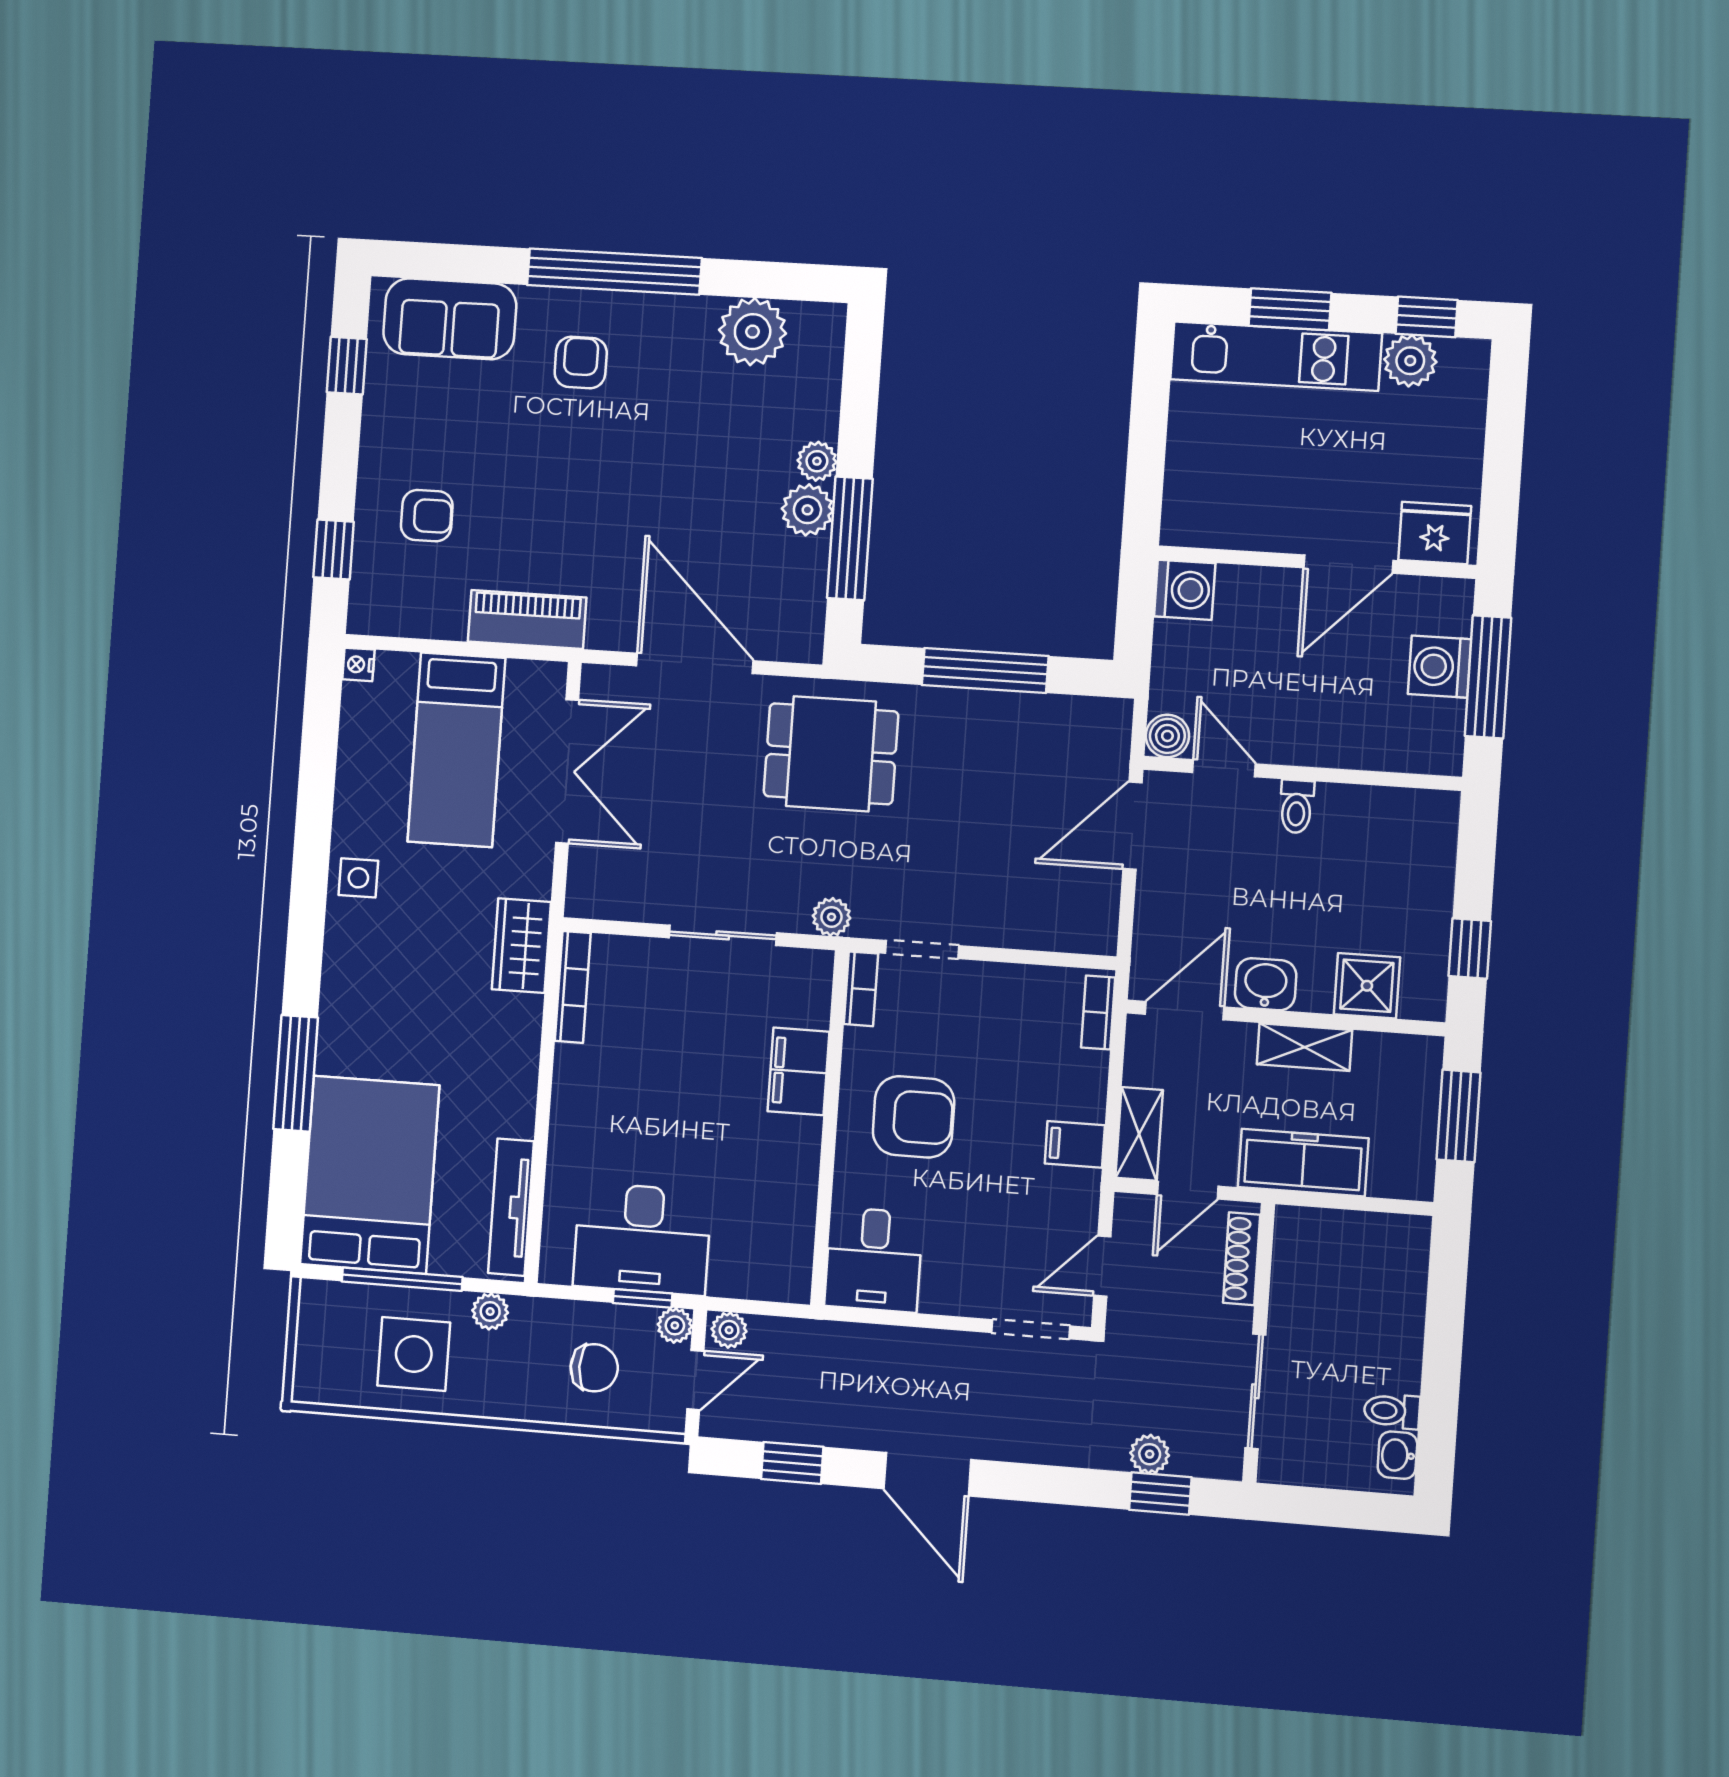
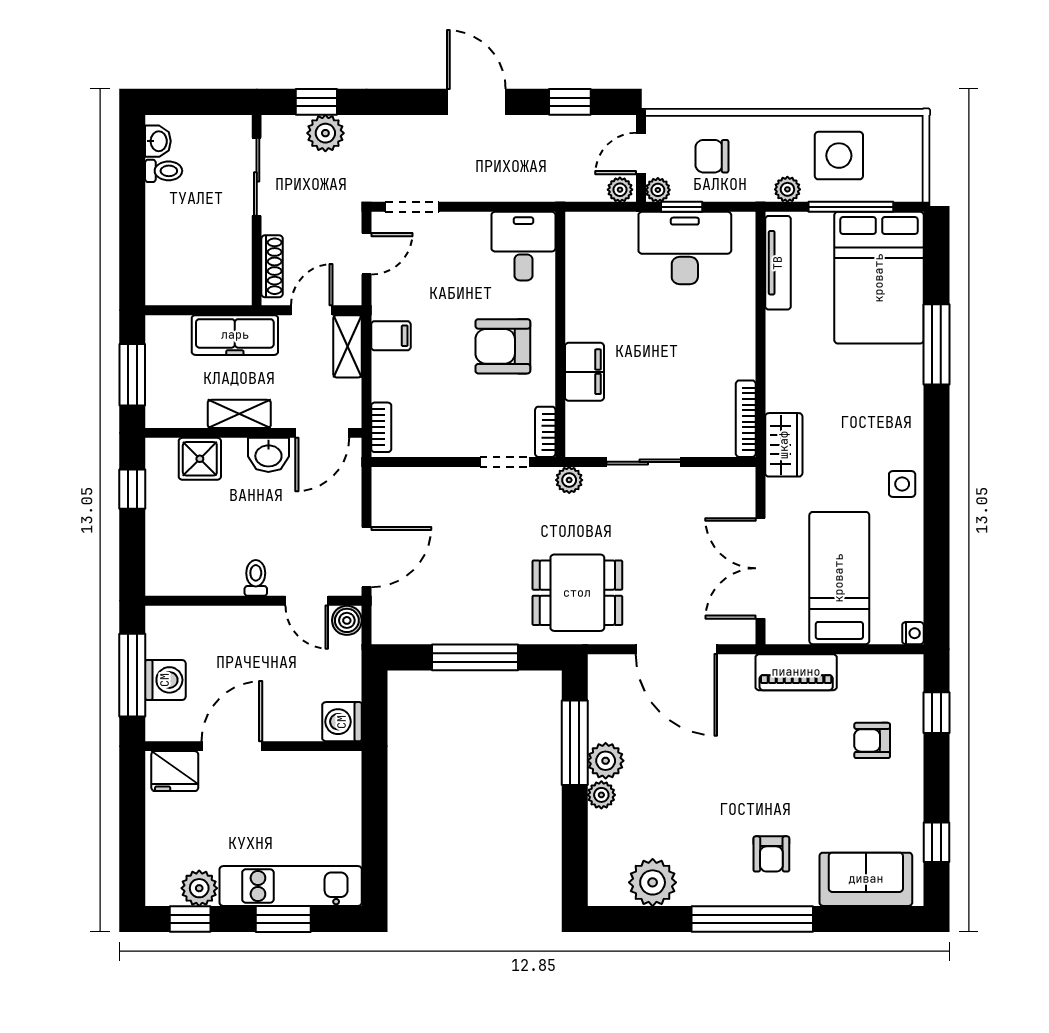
plant: (1150, 1454) -> (325, 133), width x1.38, depth x1.38

